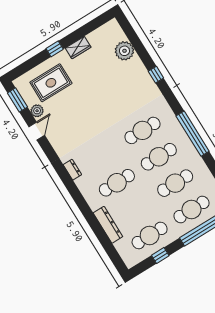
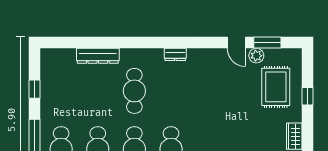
window: (55, 49) -> (308, 96), moved
window: (17, 100) -> (267, 43), moved
cafe table: (150, 235) -> (61, 91), removed

